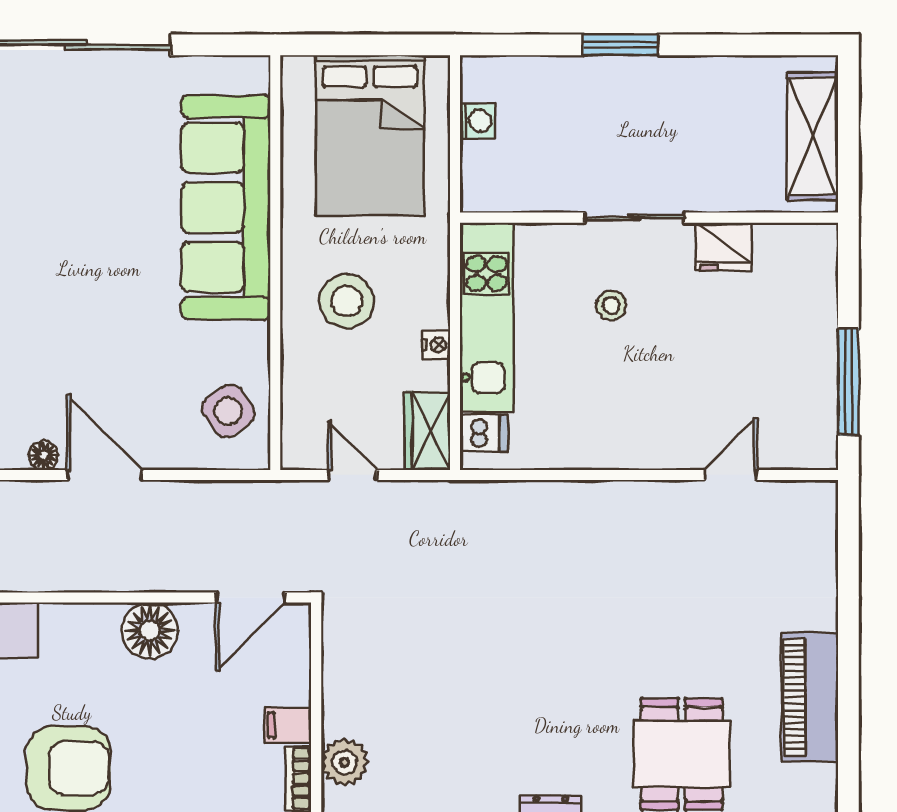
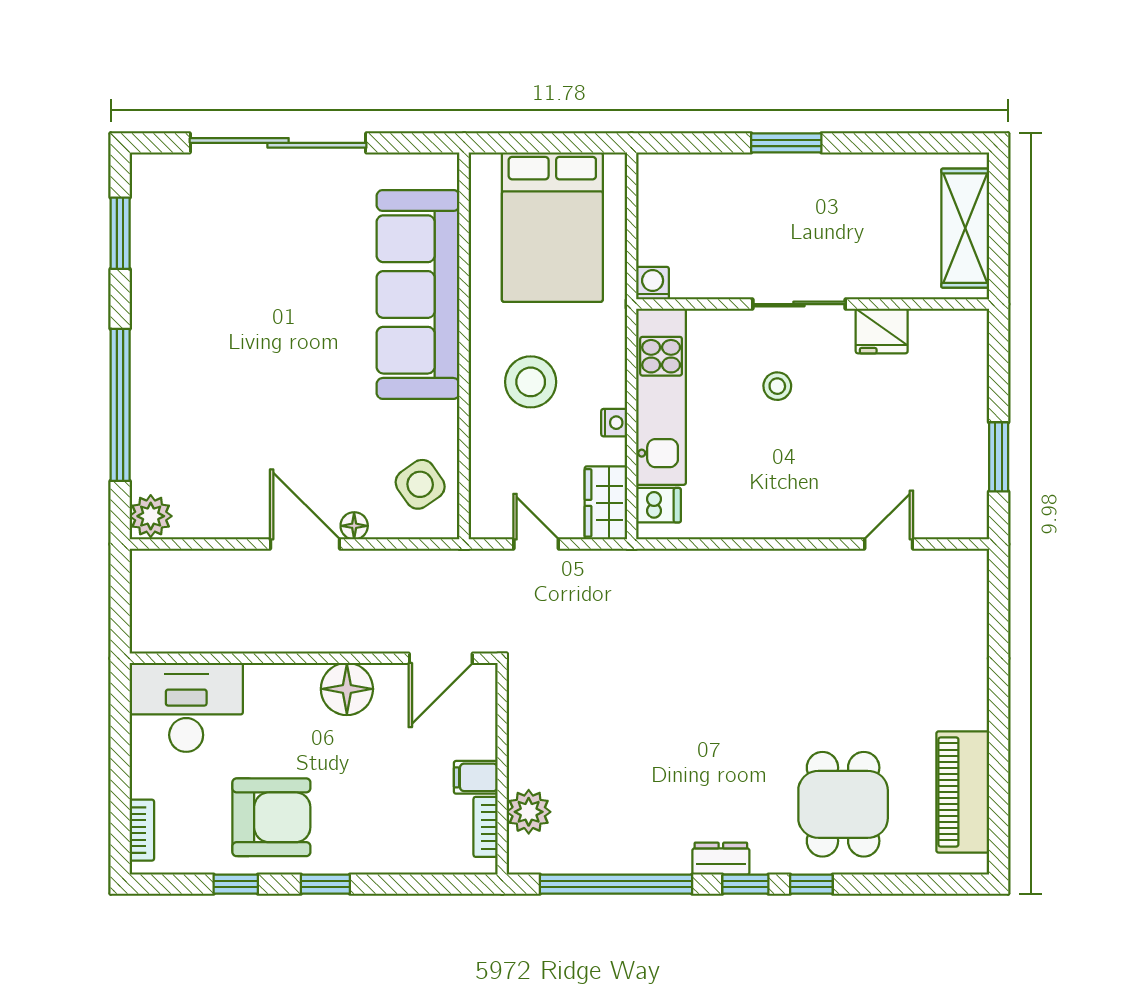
washing machine: (477, 121) -> (653, 283), moved, turned -90
window: (848, 382) -> (999, 457), width x0.69
floor lamp: (44, 455) -> (354, 526), moved
piano: (810, 697) -> (963, 792), moved

